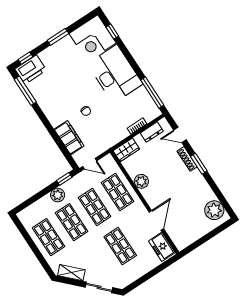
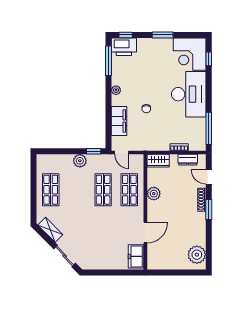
plant: (49, 112) -> (116, 90), added
shop shelf: (72, 222) -> (77, 190), removed
shop shelf: (120, 246) -> (103, 234), removed

